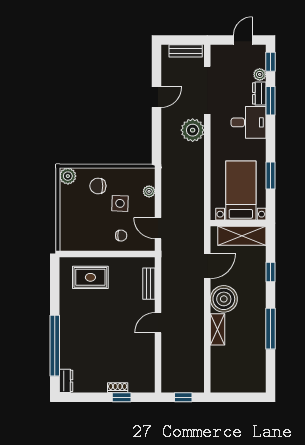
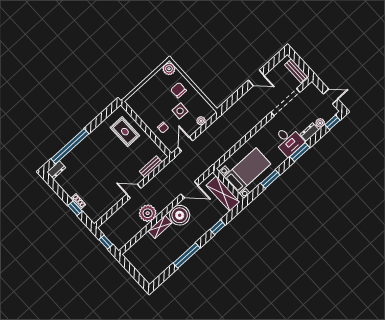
window: (270, 101) -> (300, 152), moved
plant: (193, 130) -> (148, 213), moved

